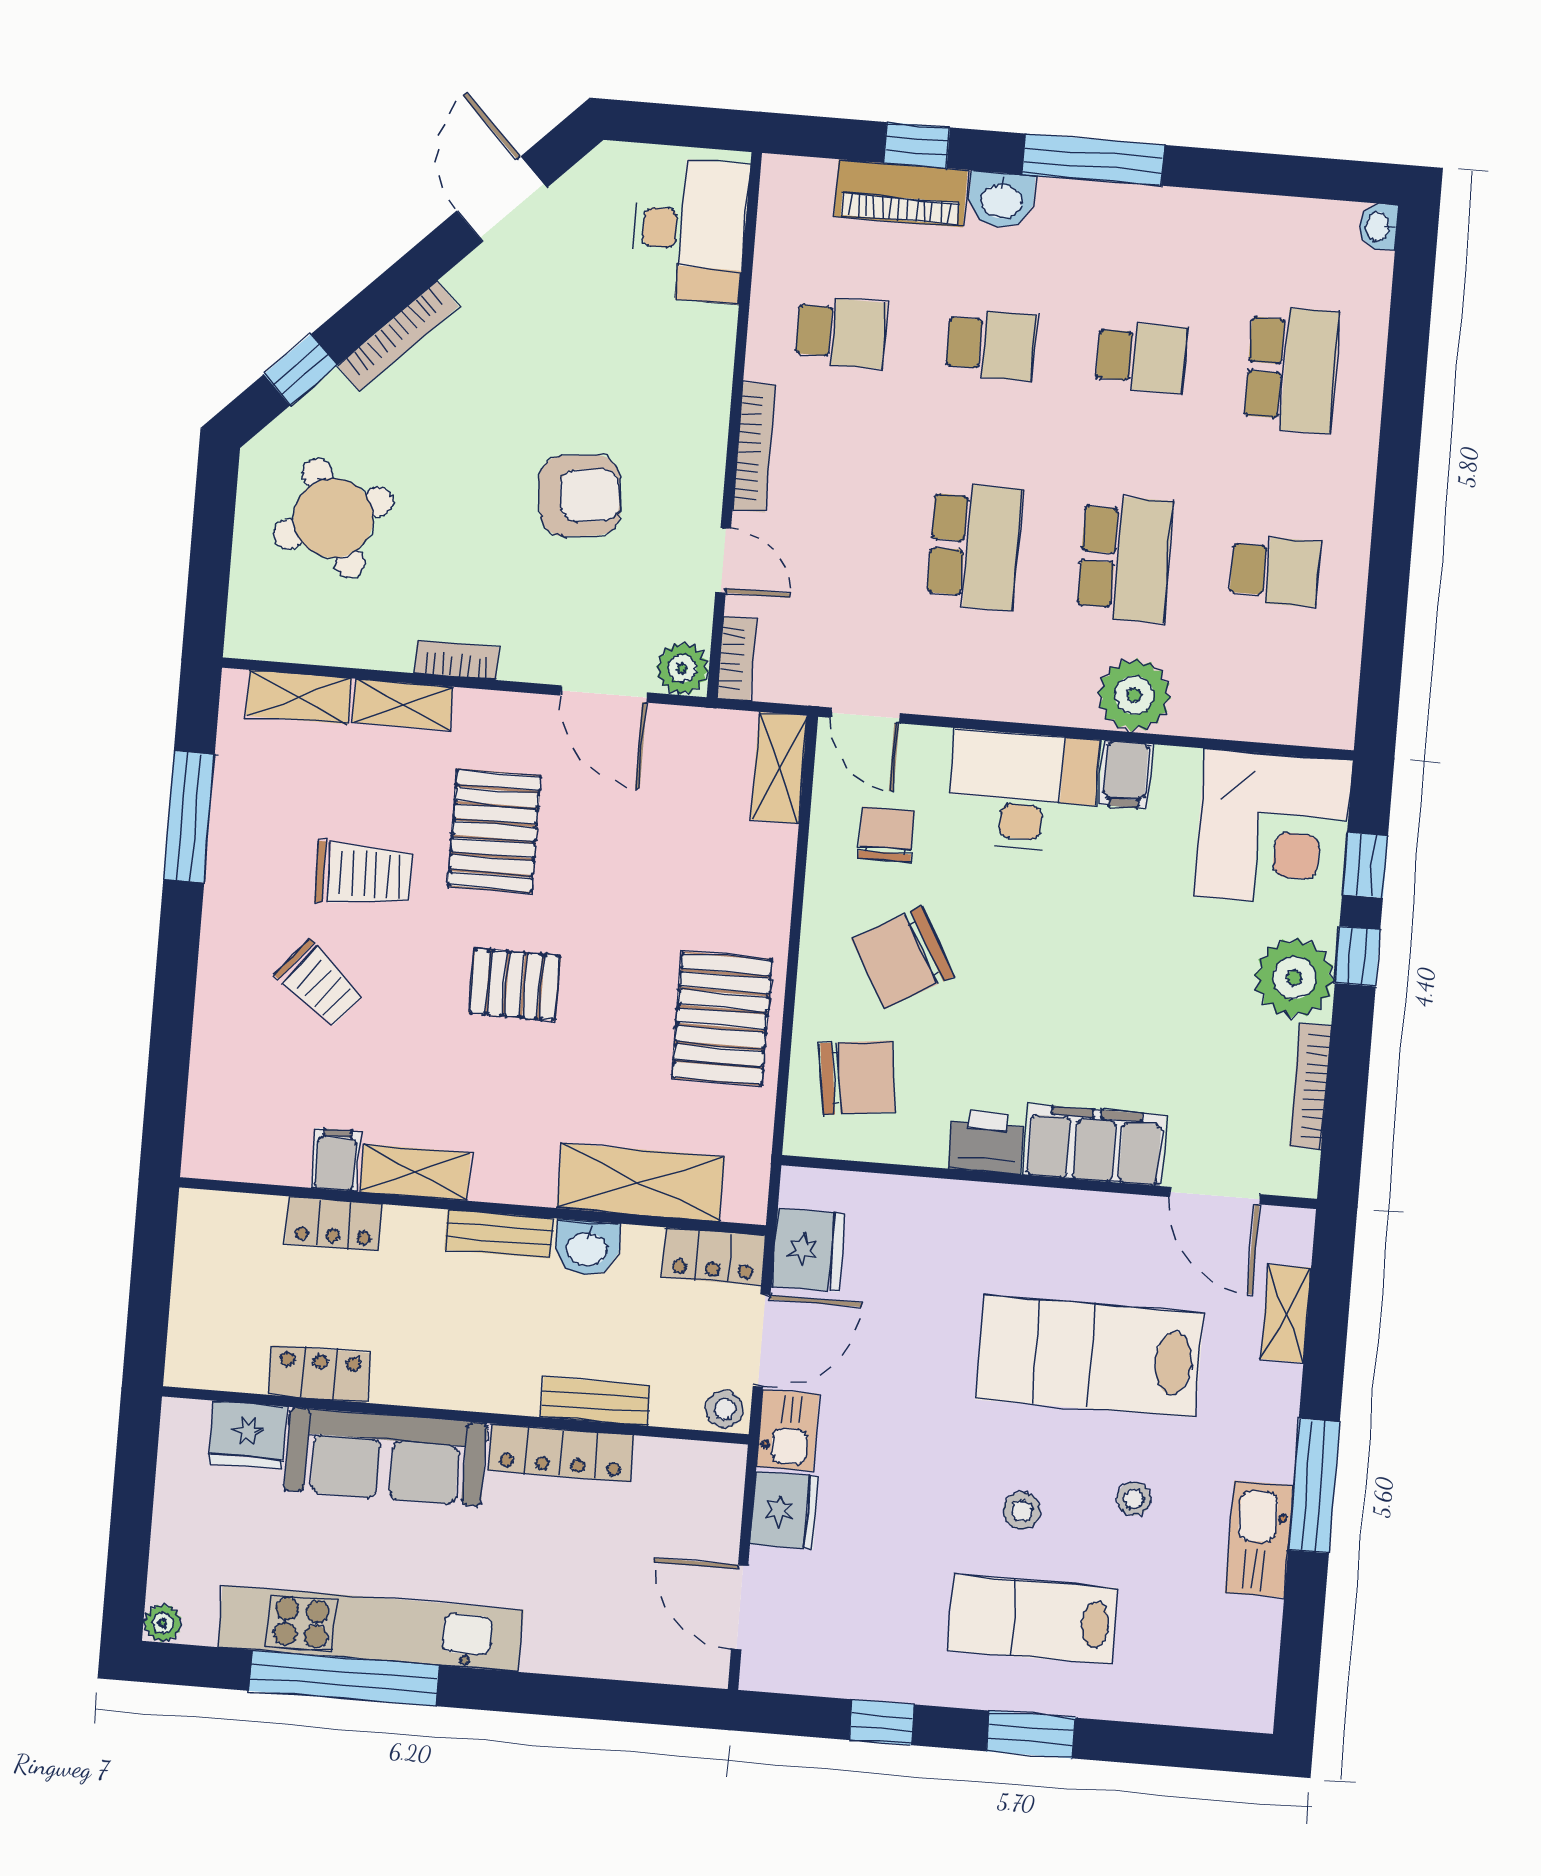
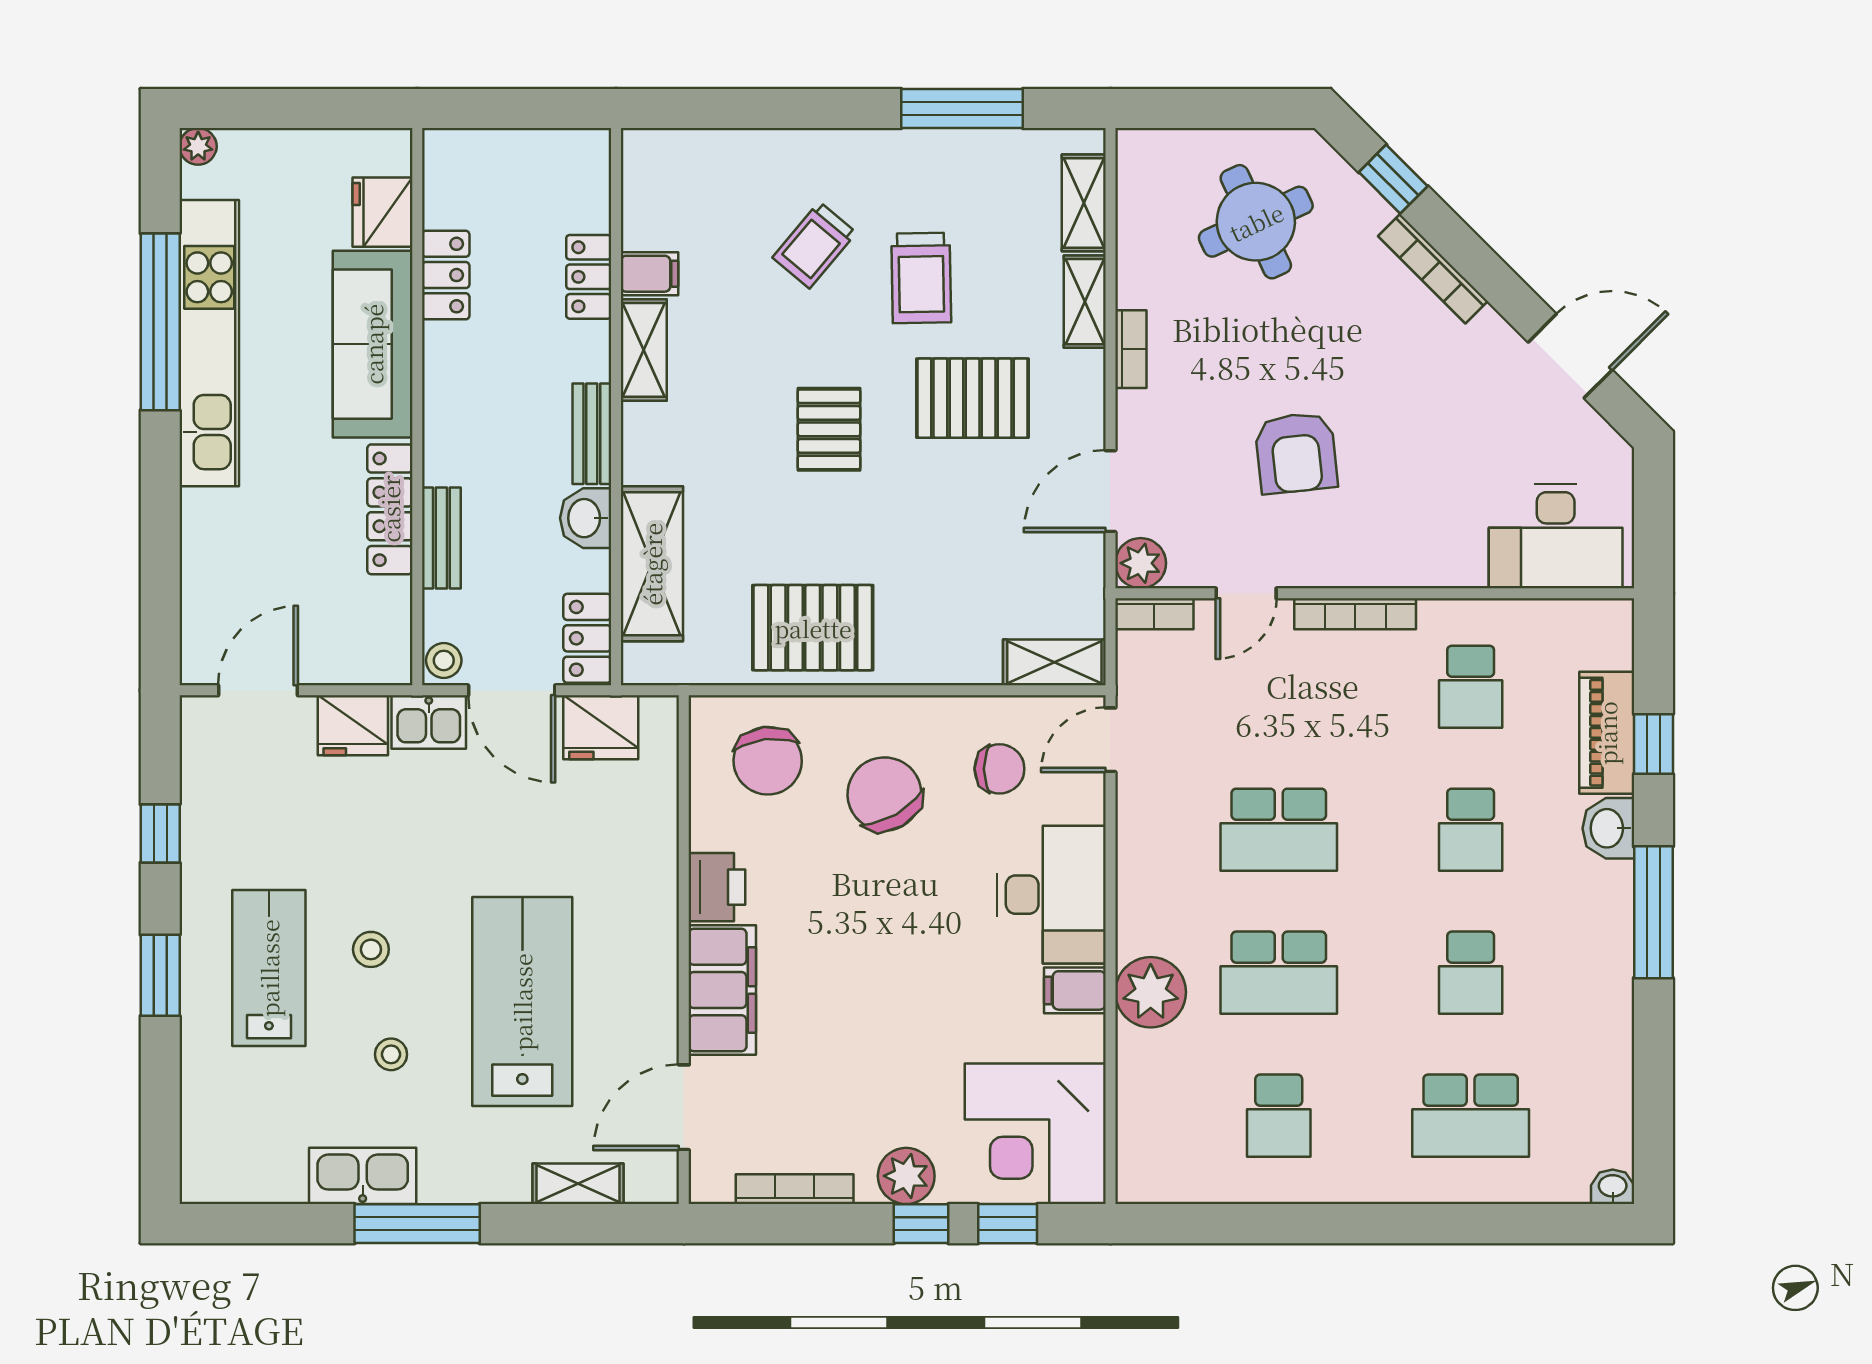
plant: (1294, 978) -> (906, 1176), width x0.73, depth x0.73

